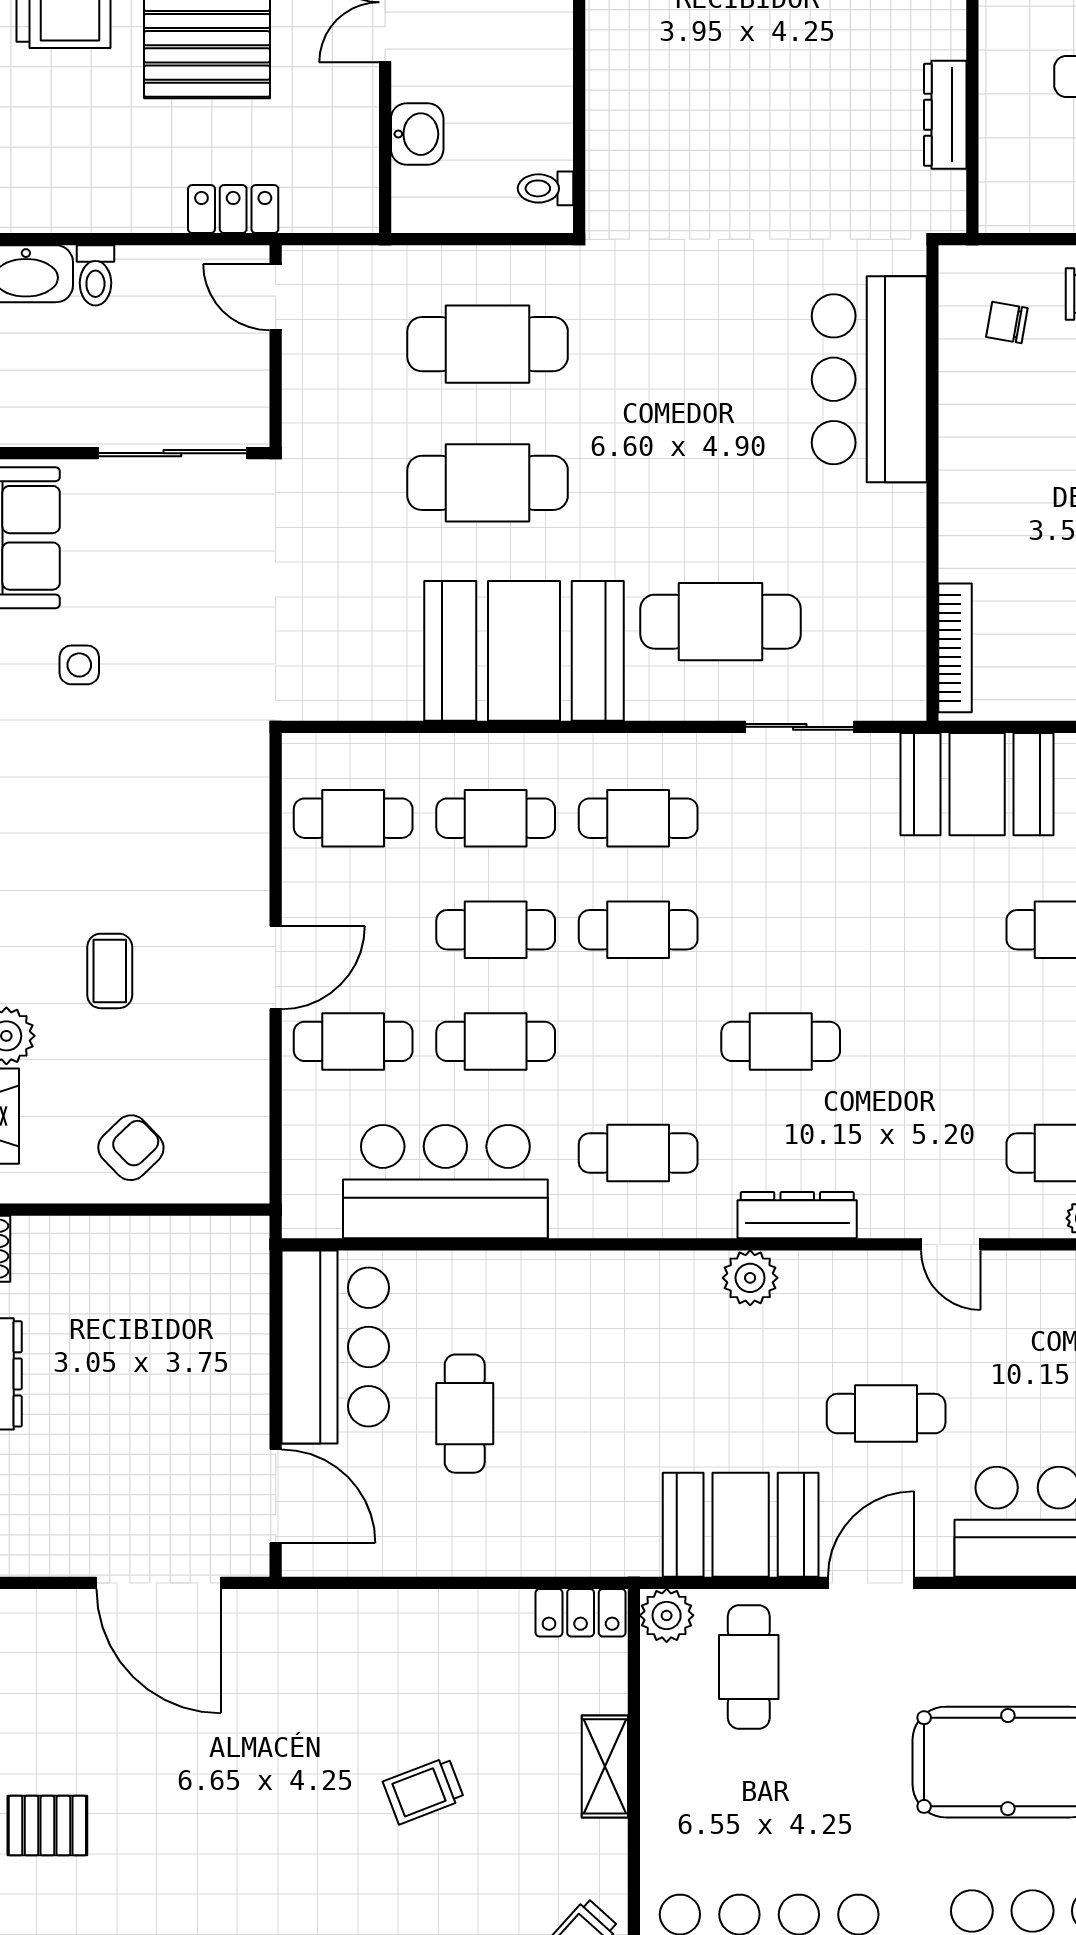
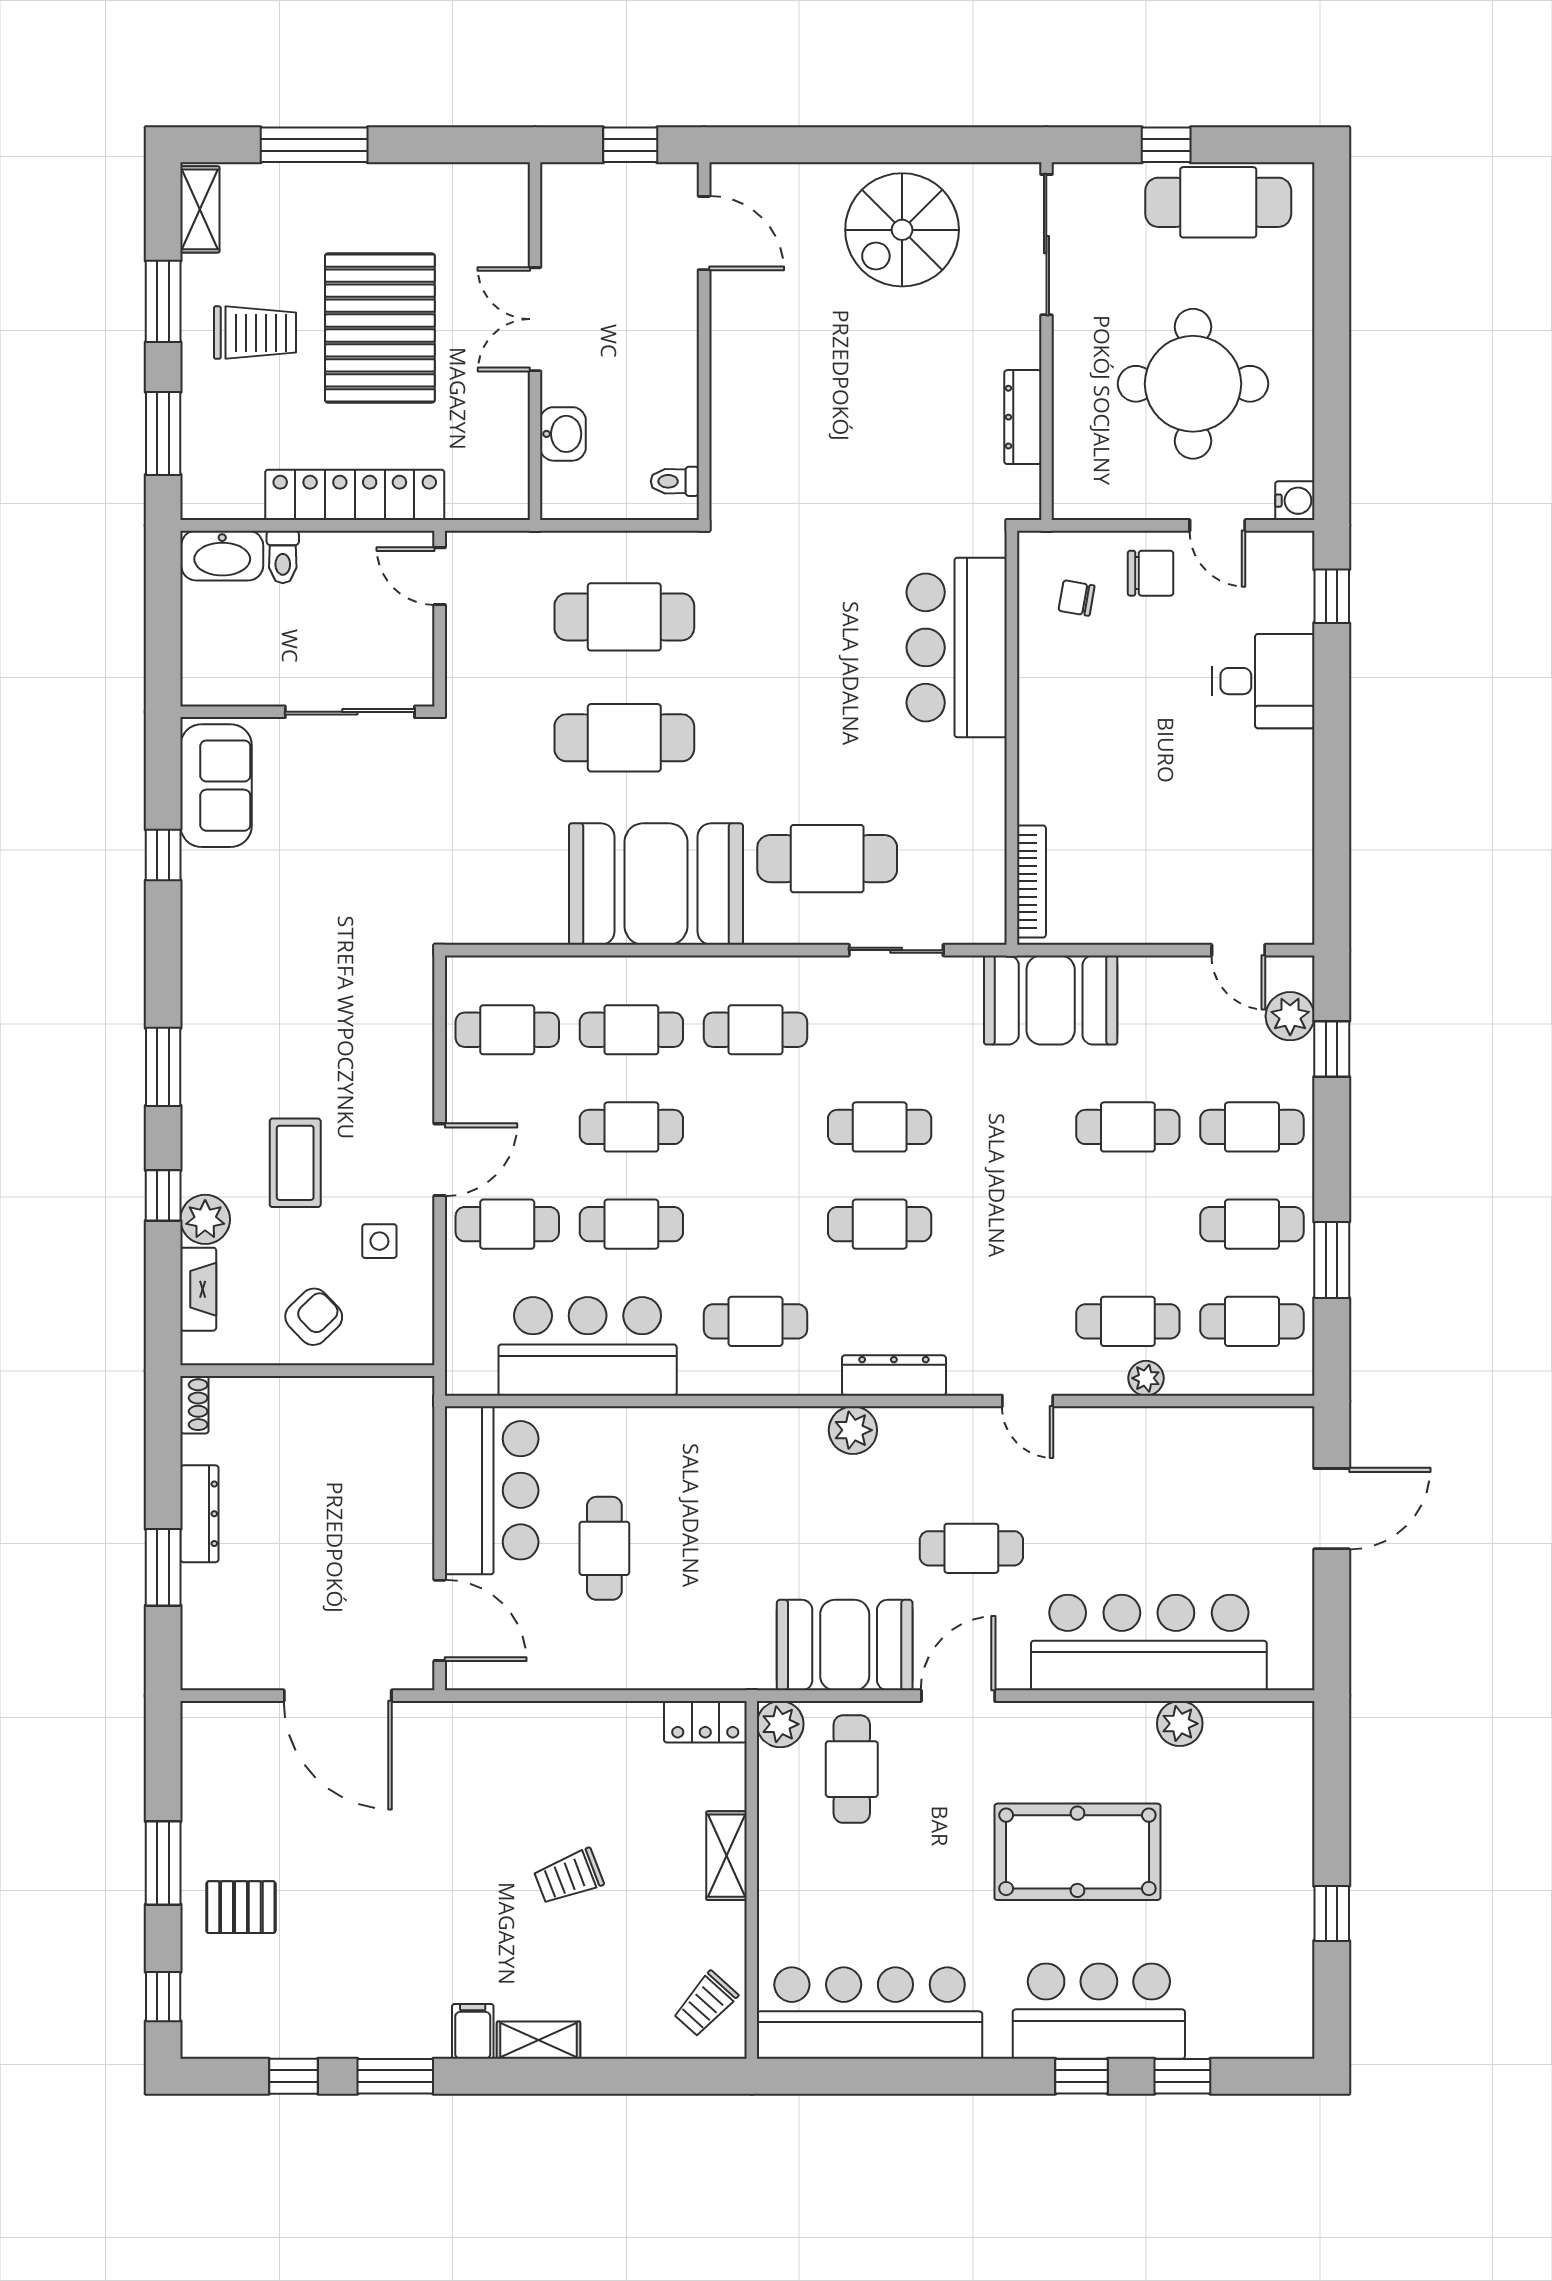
locker: (233, 209) -> (355, 495), width x2.16, depth x1.21
side table: (79, 665) -> (379, 1241), moved
cafe table: (638, 930) -> (880, 1127), moved
coffee table: (110, 971) -> (295, 1163), width x1.36, depth x1.30

